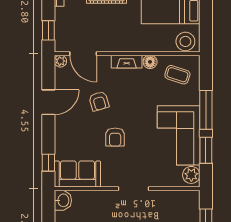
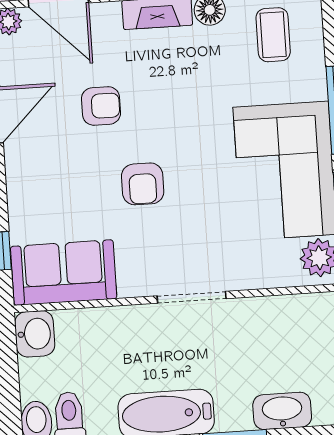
coffee table: (177, 75) -> (273, 35), turned 72
armchair: (99, 101) -> (101, 106), turned -74

